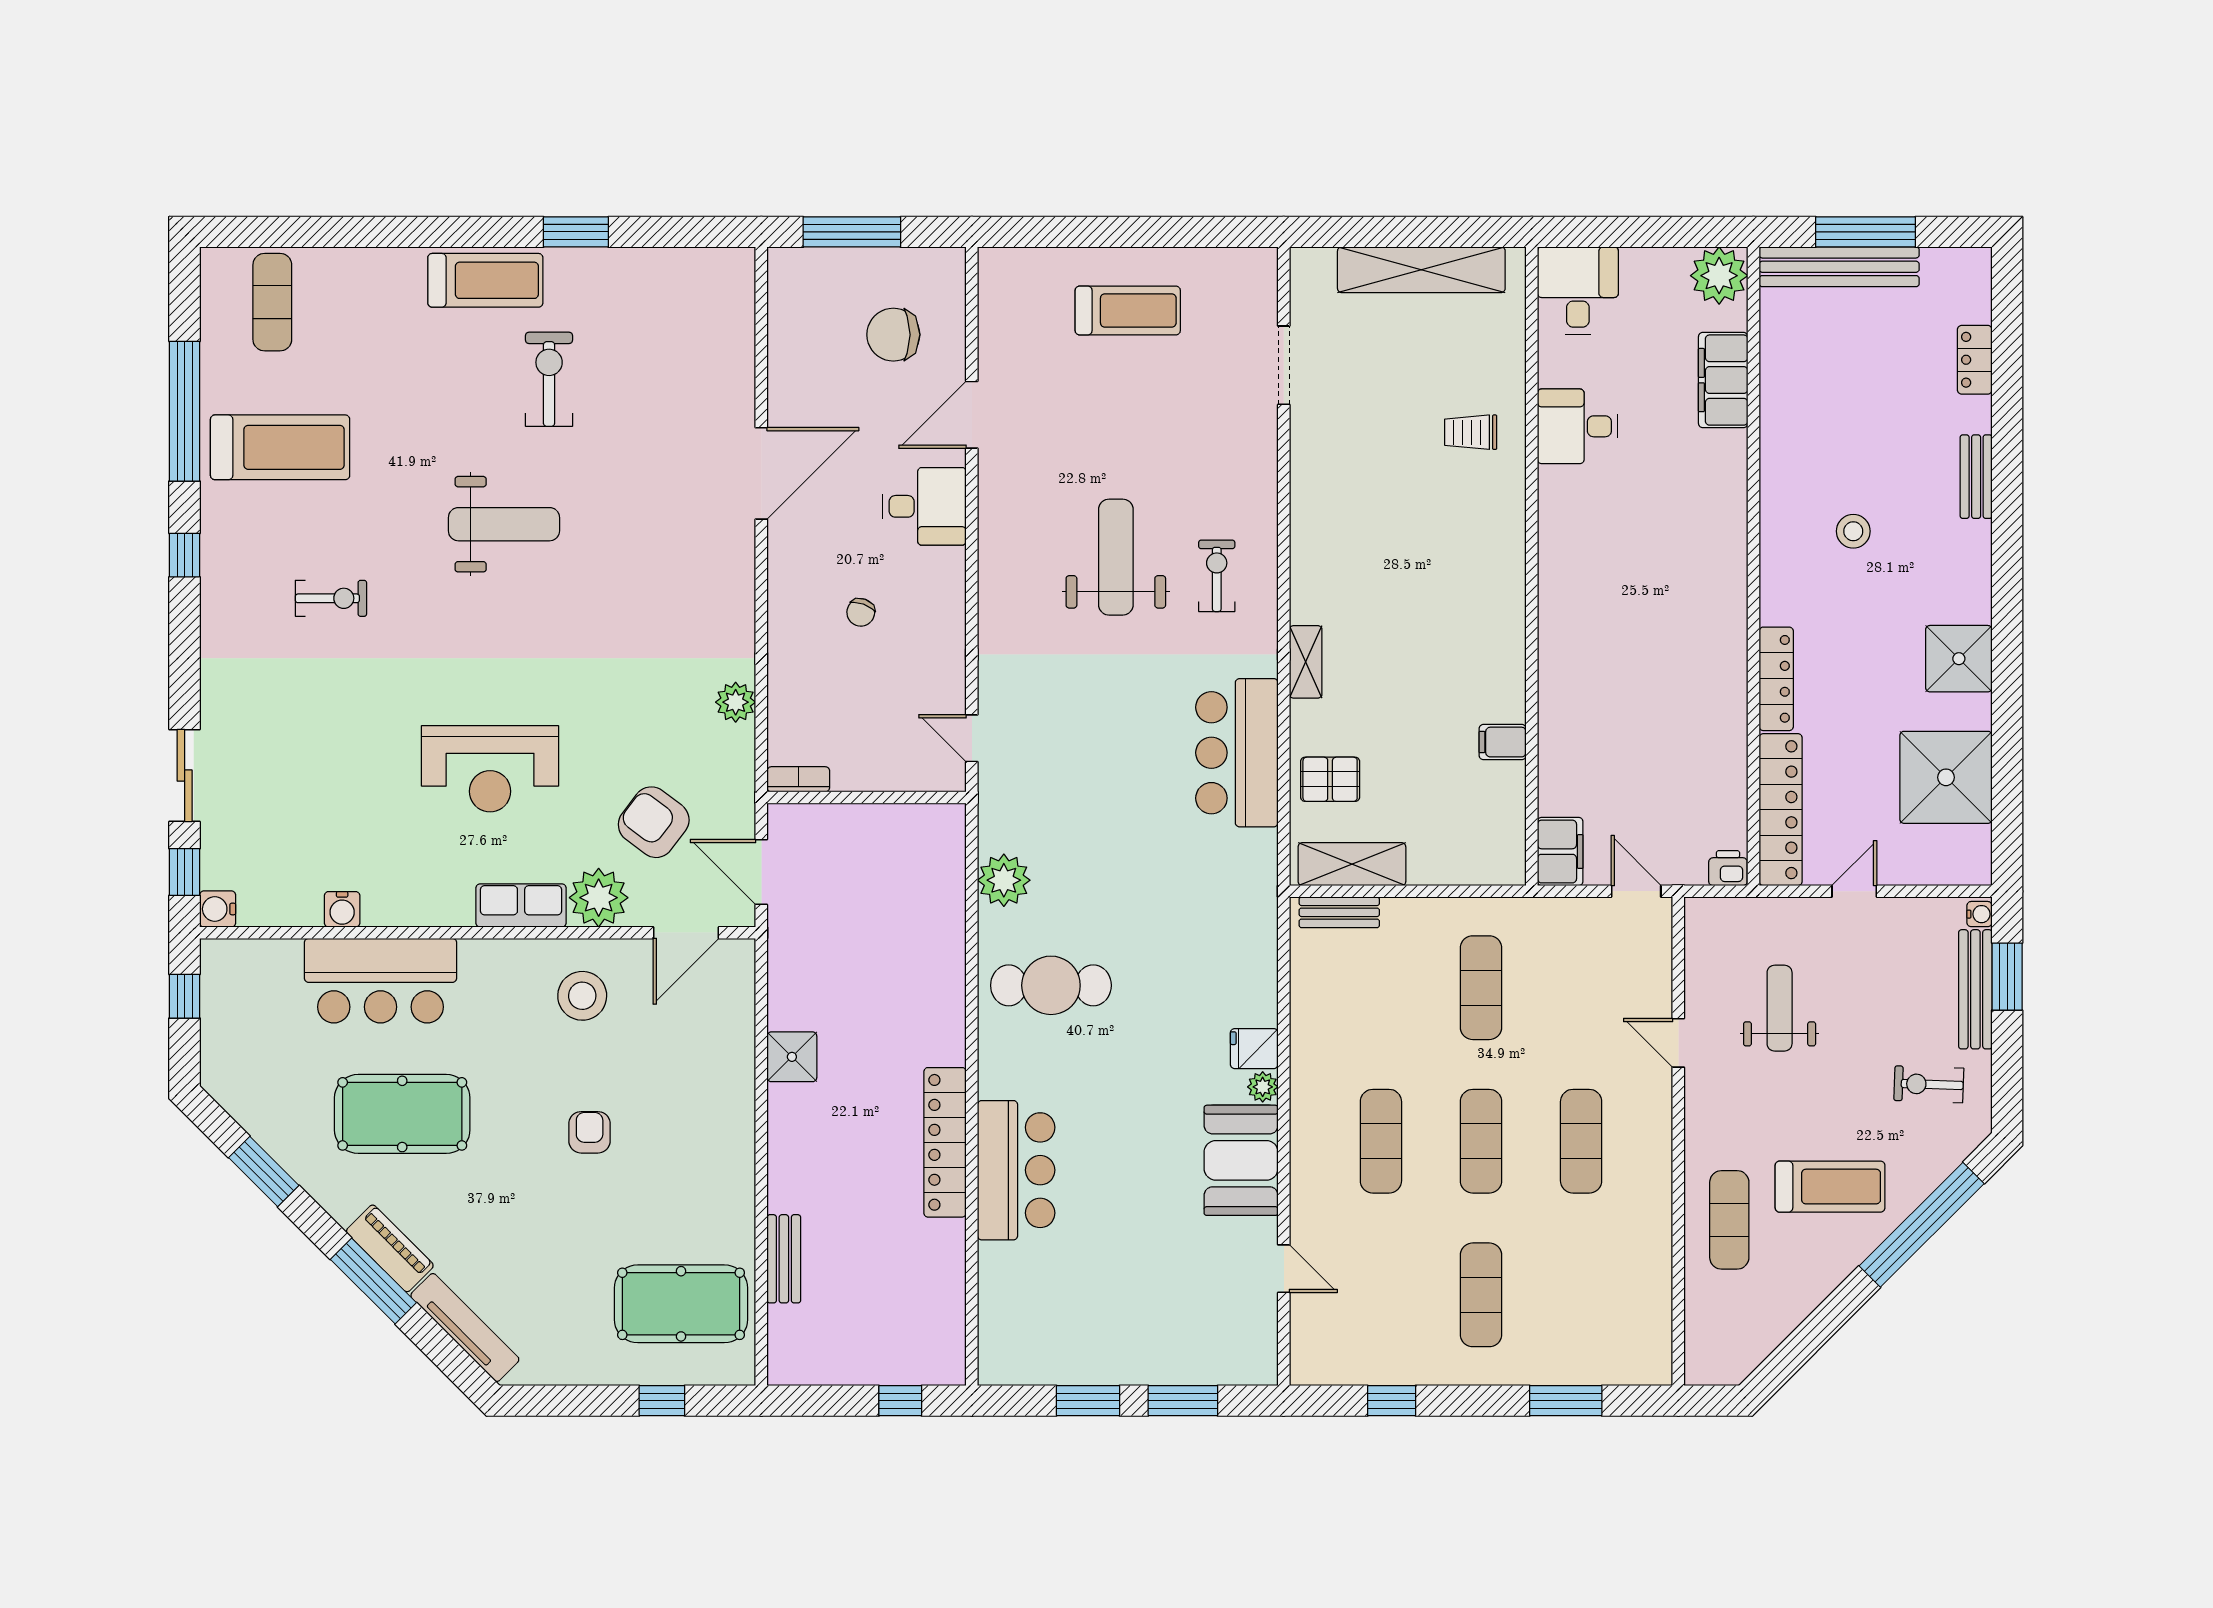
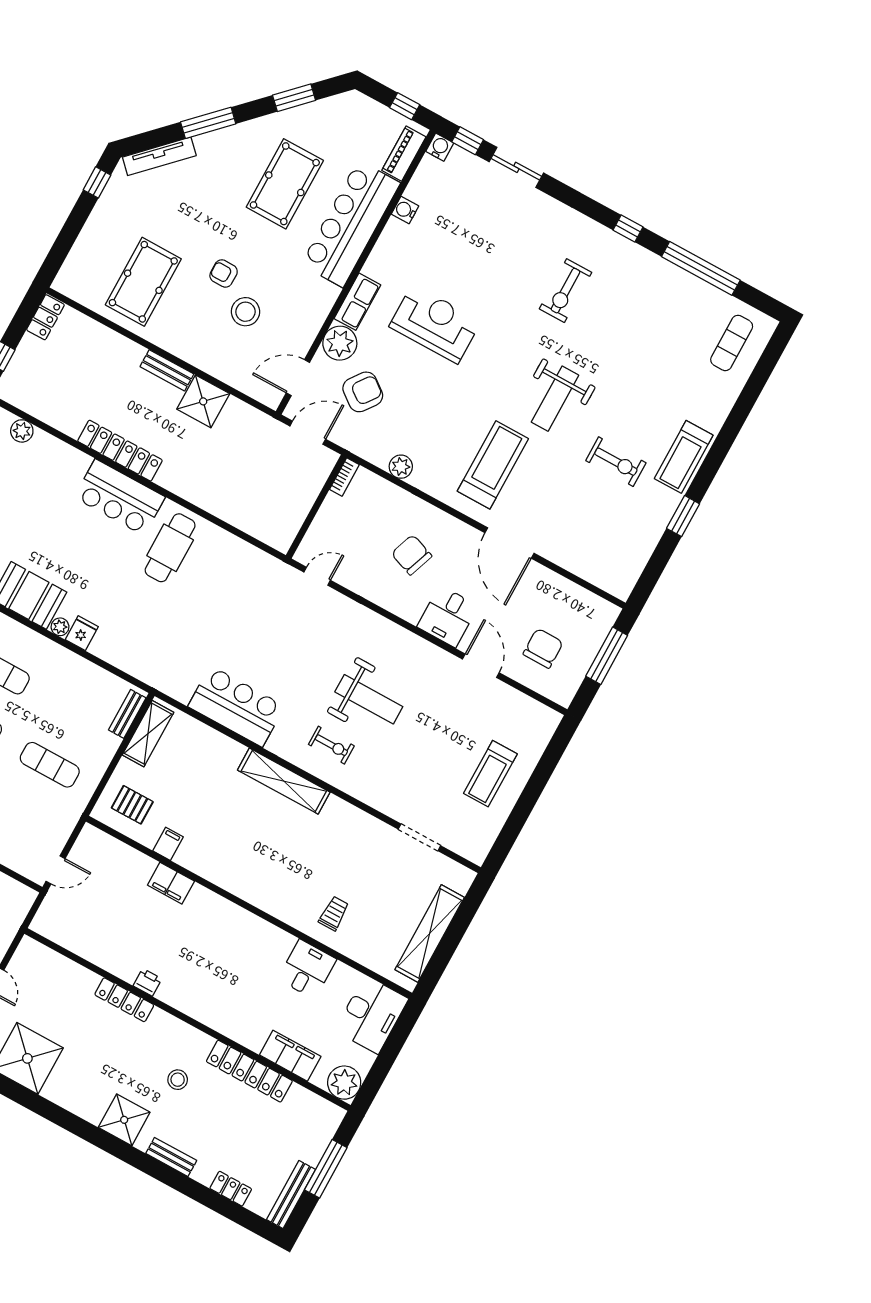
bench: (1839, 267) -> (291, 1195), moved, width x0.73, depth x0.82
desk: (1578, 291) -> (372, 1015), width x1.37
exercise mat: (272, 302) -> (732, 343), turned 90
treadmill: (280, 447) -> (493, 465), moved, turned 180
exercise bike: (331, 598) -> (565, 291), width x1.38, depth x1.39
chair: (861, 612) -> (412, 555), width x1.87, depth x1.87
shower: (1959, 659) -> (124, 1120), moved
shelving: (1306, 662) -> (284, 781), width x2.20, depth x1.33
reception desk: (490, 769) -> (435, 324), turned 90
pallet: (1330, 779) -> (132, 805), moved, turned 90
locker: (1781, 810) -> (249, 1071), moved
filing cabinet: (1560, 852) -> (171, 883), moved
printer: (1728, 868) -> (147, 982), moved, turned -90
plant: (1004, 880) -> (22, 431), moved, width x0.73, depth x0.73
door: (686, 933) -> (298, 378), hinge flipped
bar counter: (380, 981) -> (351, 224), width x1.36
stool: (582, 996) -> (245, 312), moved
shower: (792, 1057) -> (203, 401), width x1.36, depth x1.36
armchair: (590, 1132) -> (224, 273), turned 180
bar counter: (1016, 1170) -> (120, 497), moved
piano: (390, 1248) -> (404, 154), moved, turned 135
bench: (784, 1259) -> (167, 370), moved
pool table: (681, 1304) -> (143, 282), moved
locker: (804, 1367) -> (45, 317), added
window: (662, 1401) -> (97, 182), moved

